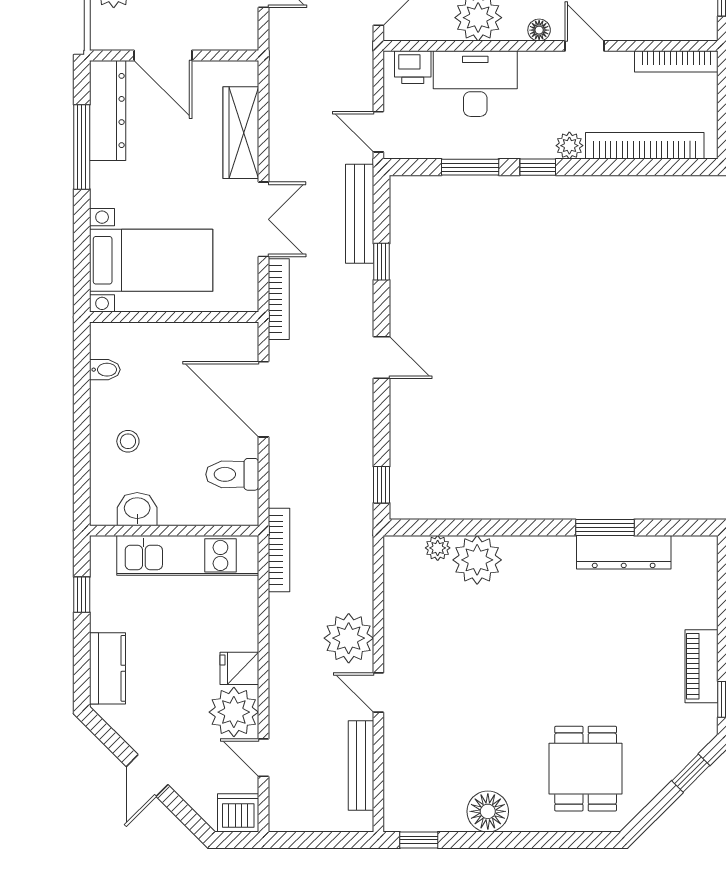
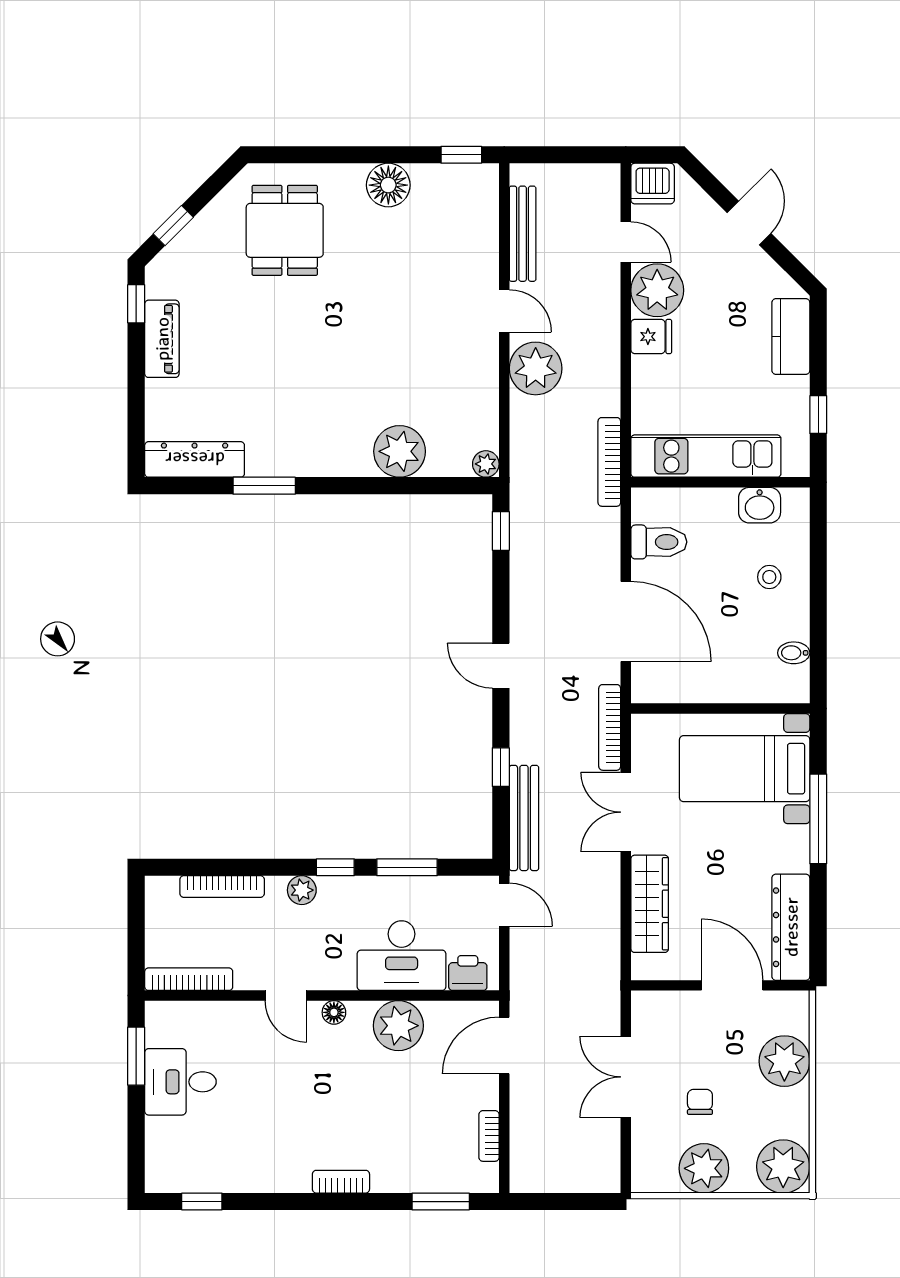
bookcase: (645, 146) -> (222, 887), width x0.68, depth x0.76
window: (82, 147) -> (818, 819), moved
plant: (438, 548) -> (486, 464), moved
dresser: (624, 552) -> (195, 459), moved

